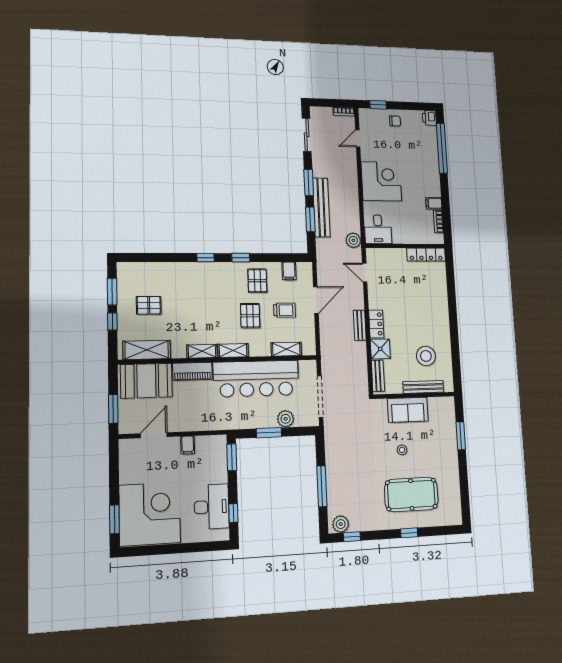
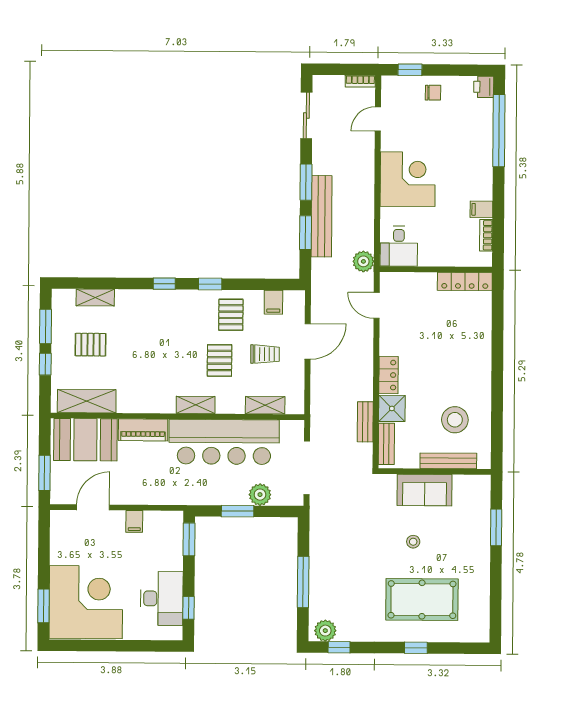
bench: (360, 325) -> (365, 422), moved
shelving: (202, 351) -> (95, 297), moved

